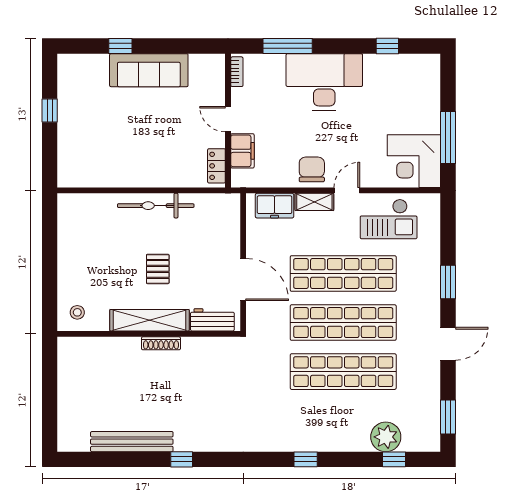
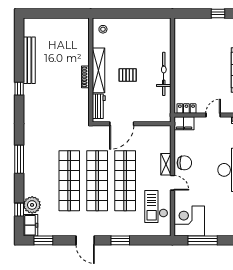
filing cabinet: (242, 151) -> (184, 123), moved
freezer: (275, 206) -> (31, 225), moved, turned 180
window: (306, 459) -> (19, 159), width x2.17

